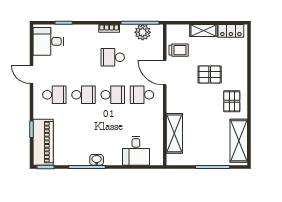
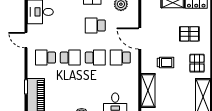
trolley: (179, 50) -> (166, 63), moved
pallet: (210, 74) -> (189, 34), moved
school desk: (54, 95) -> (45, 58), turned 180

